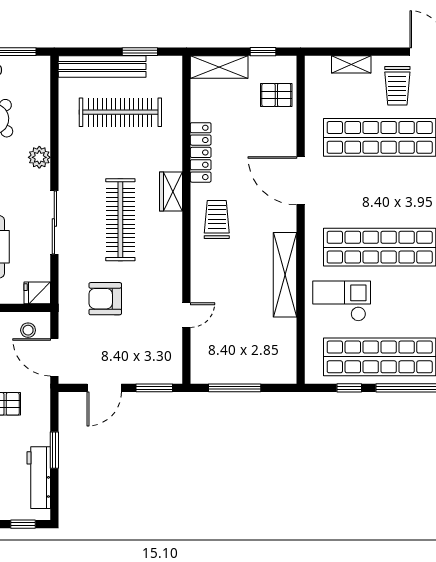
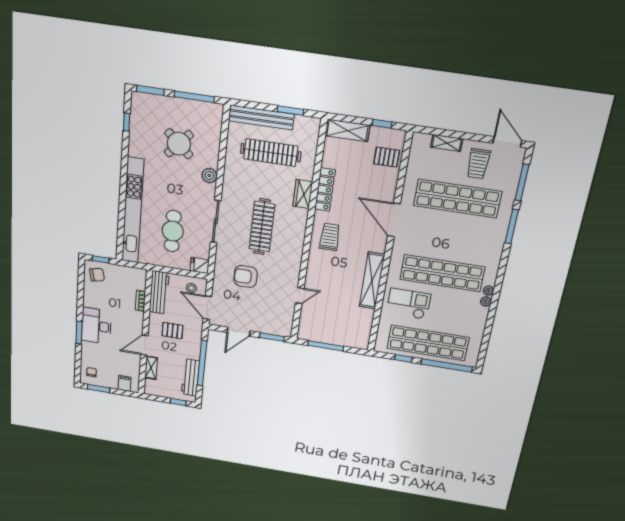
wardrobe: (171, 192) -> (303, 194), moved
window: (54, 450) -> (202, 363), width x2.11

